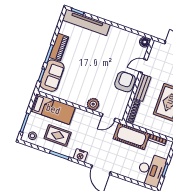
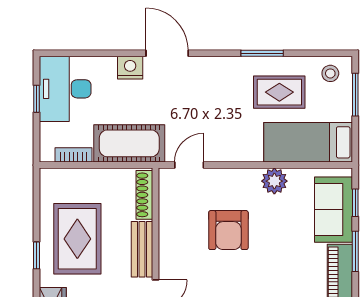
armchair: (125, 82) -> (228, 230), moved
plant: (93, 104) -> (274, 181), moved
nightstand: (80, 156) -> (130, 68), moved

